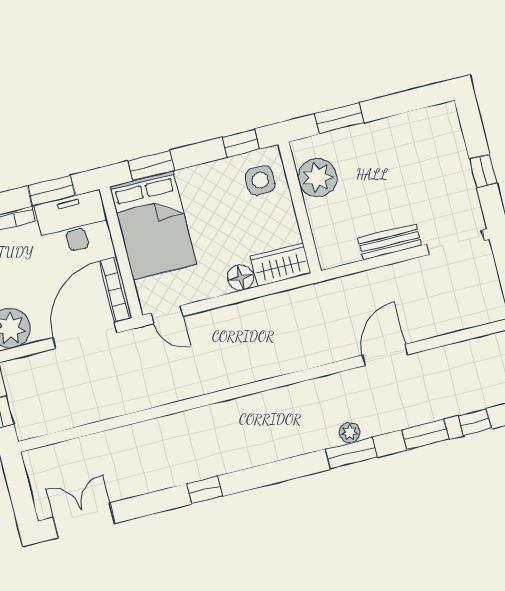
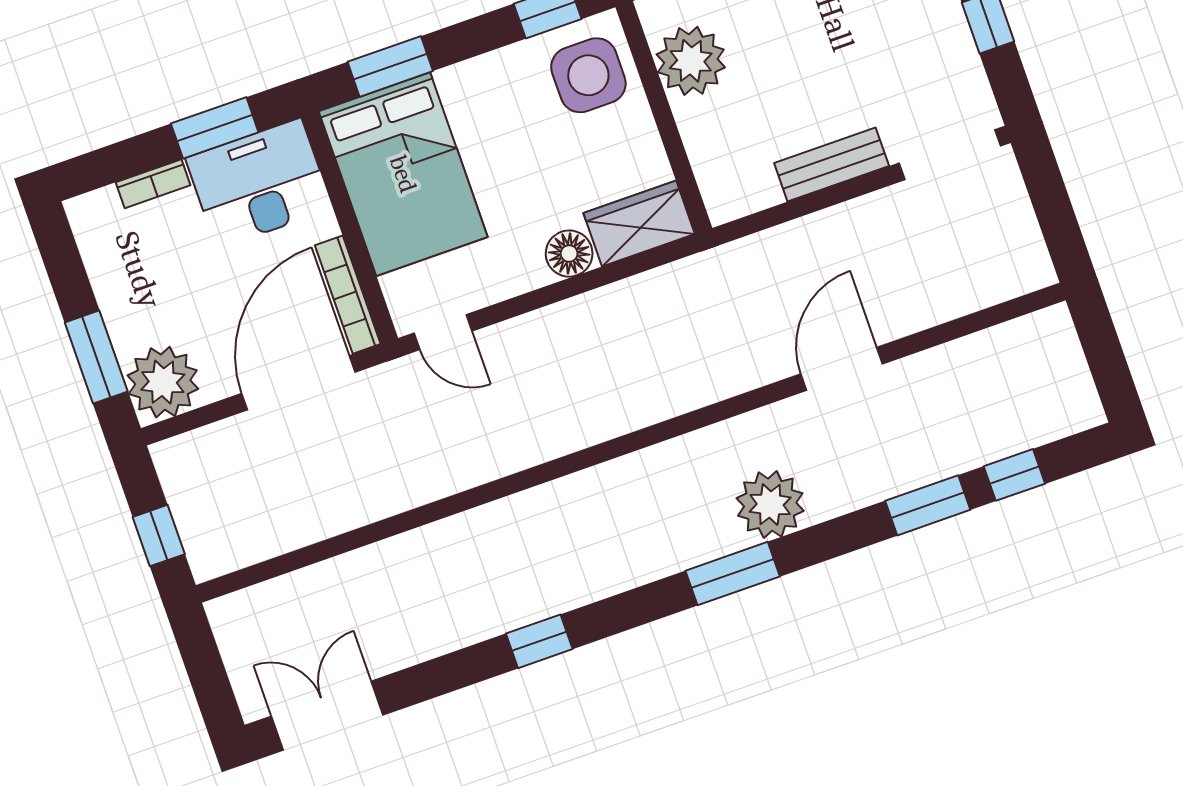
side table: (260, 180) -> (588, 75), width x1.37, depth x1.37
plant: (350, 433) -> (770, 505), width x1.88, depth x1.88
window: (351, 453) -> (733, 574), moved

